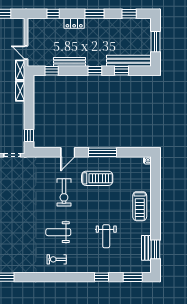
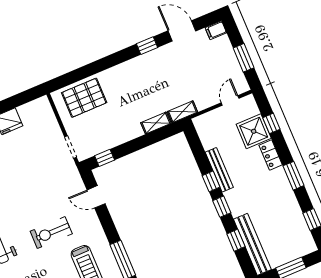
shower: (53, 28) -> (254, 131), added
door: (26, 52) -> (230, 100), moved
window: (52, 71) -> (211, 181), moved
door: (68, 152) -> (96, 197), moved

